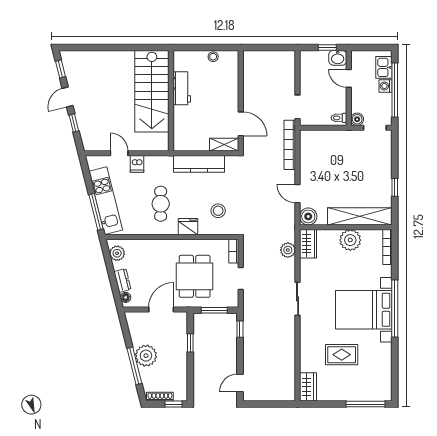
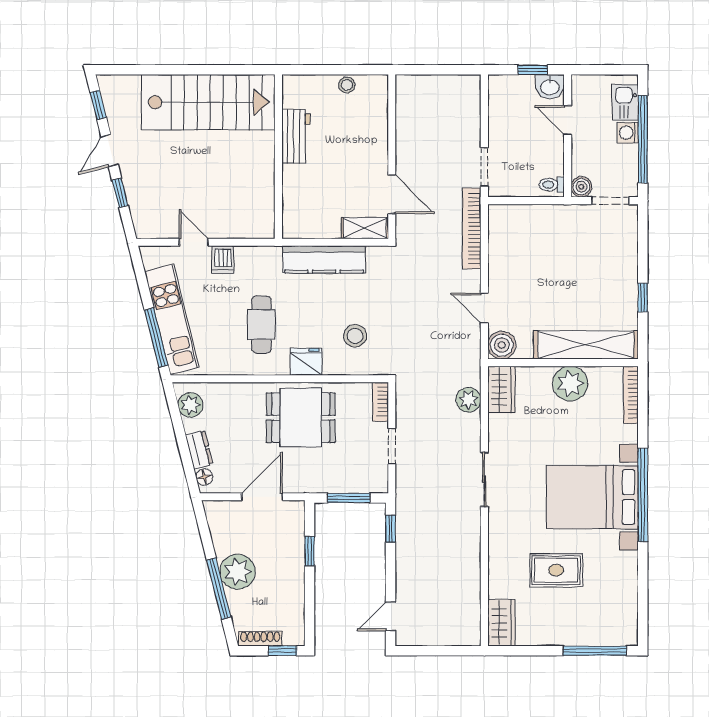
stairs: (152, 91) -> (208, 102), moved, turned -90
dining table: (195, 276) -> (301, 418), moved, turned 90

